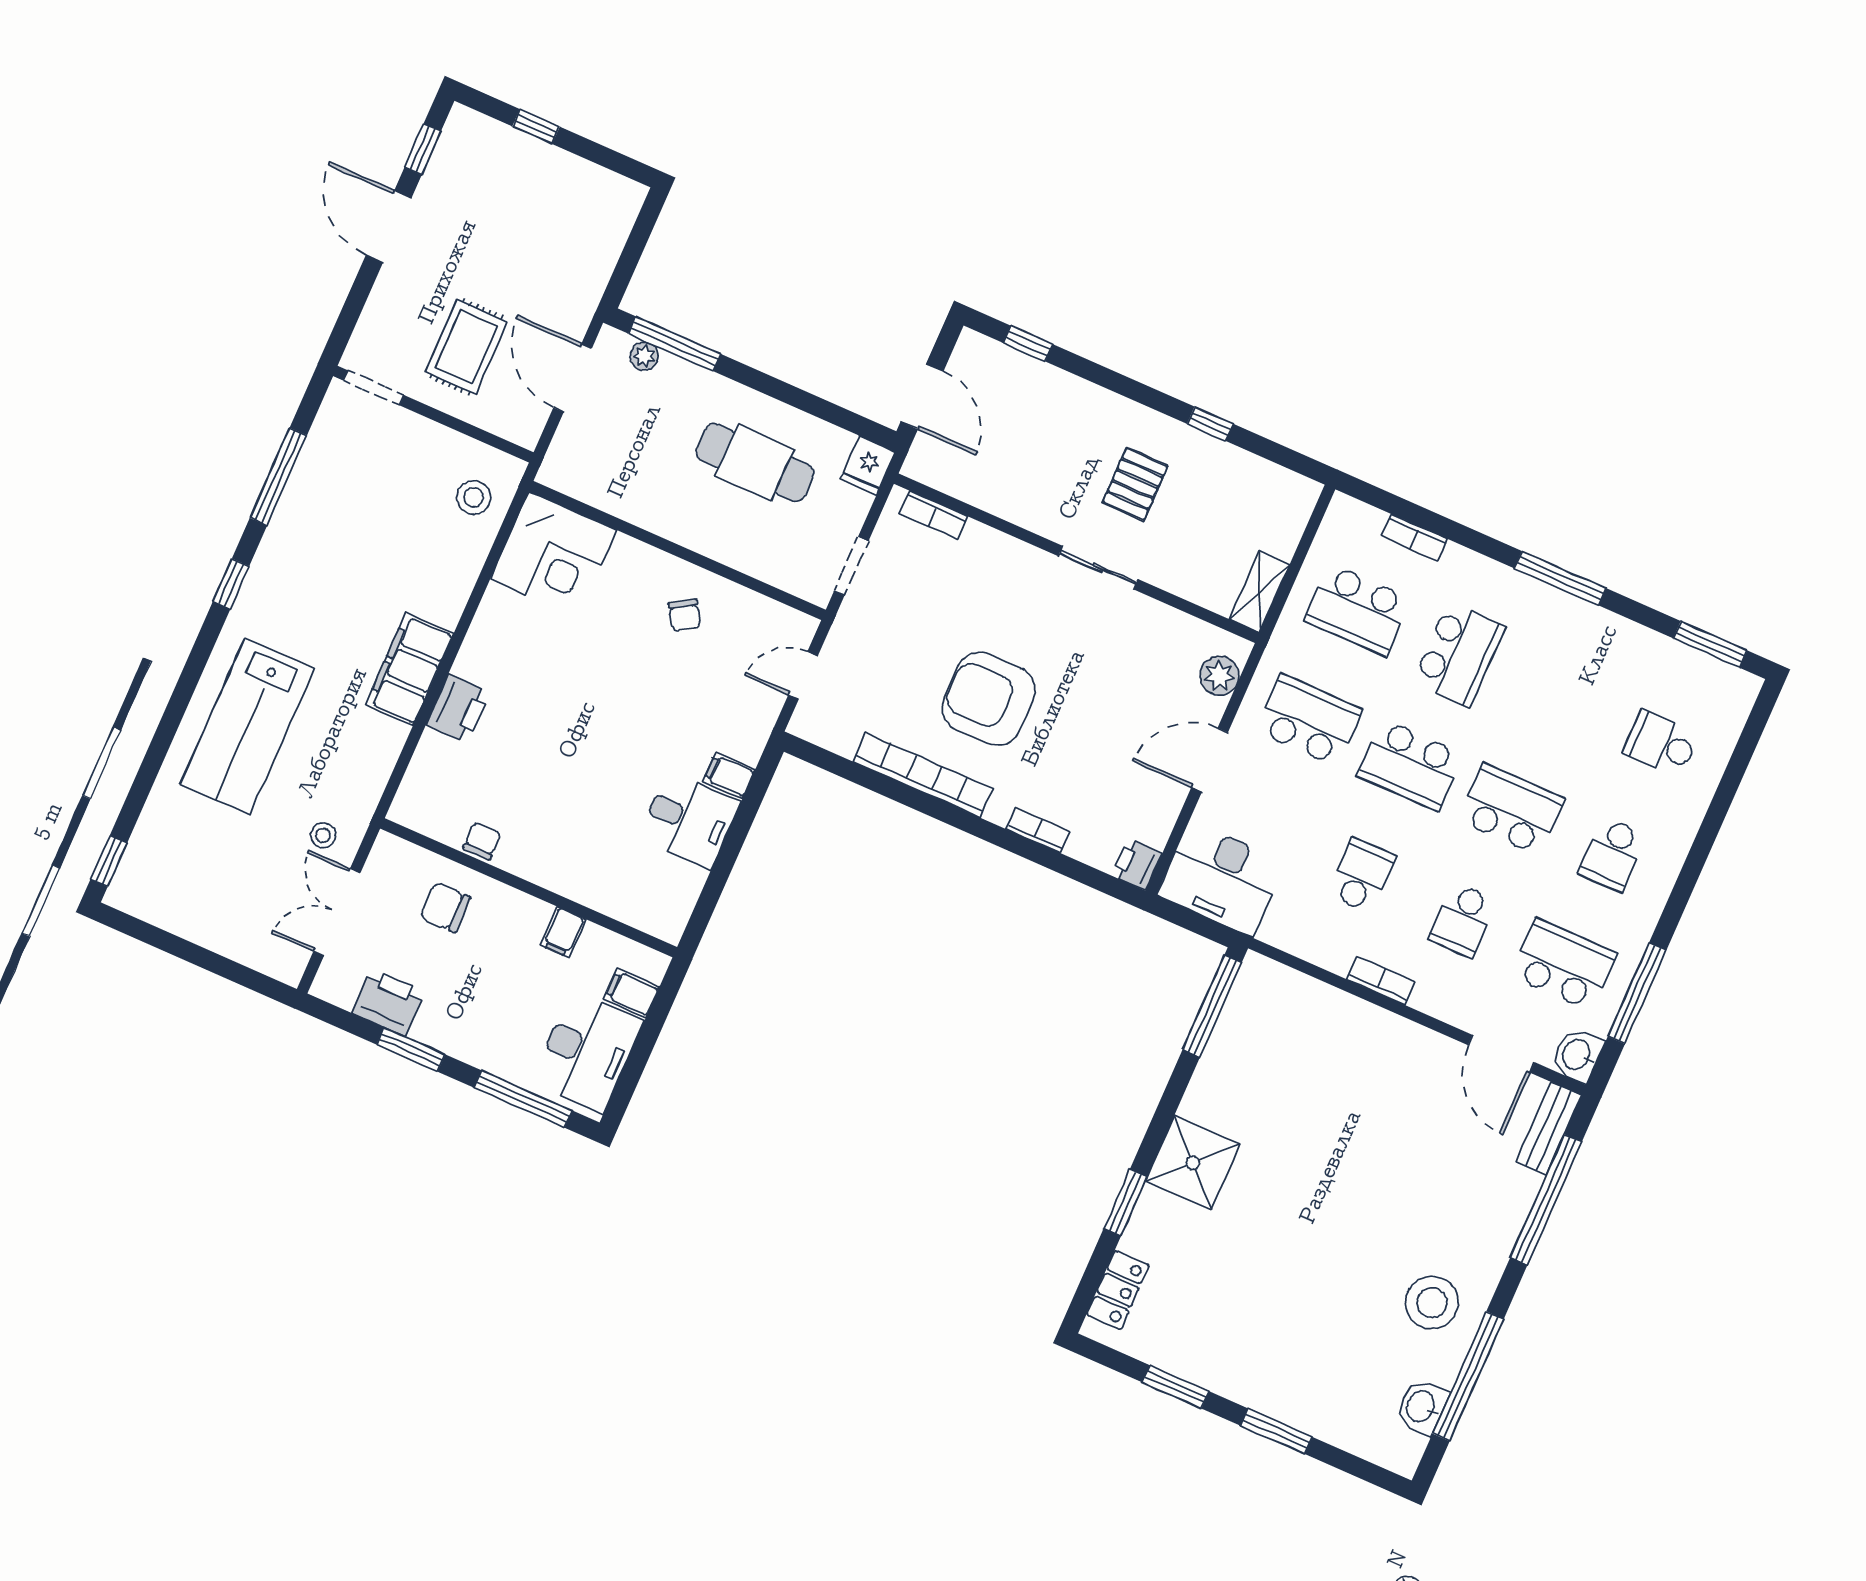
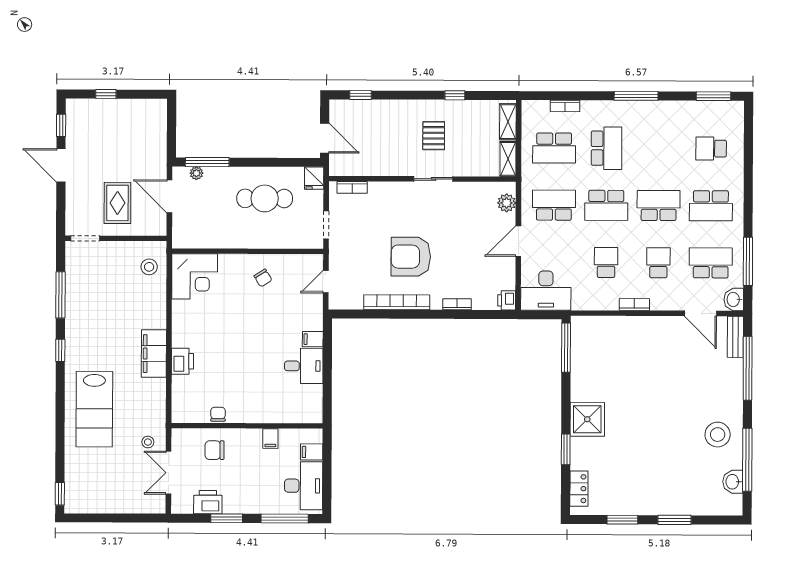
shelving: (1291, 520) -> (508, 122), added
school desk: (1612, 854) -> (711, 206), width x1.85
school desk: (1463, 920) -> (658, 263), turned 180

